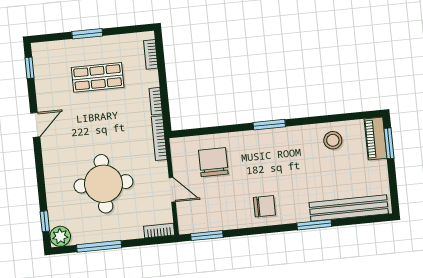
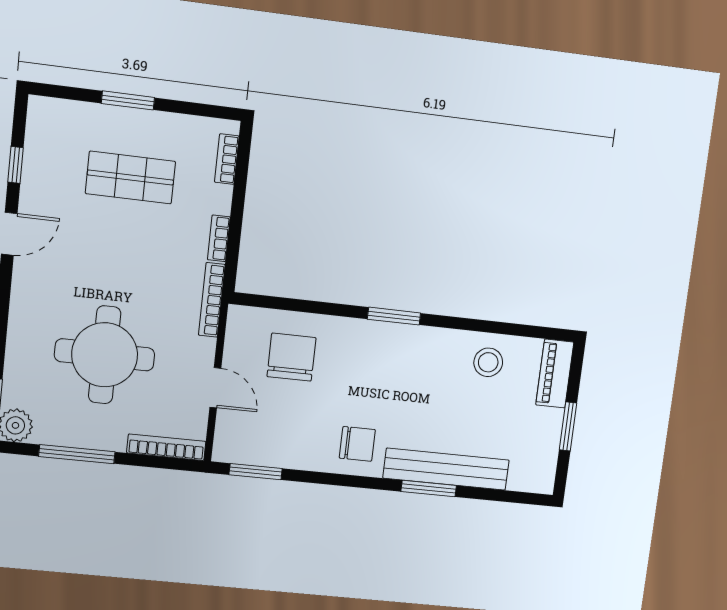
window: (30, 68) -> (16, 165), moved
window: (389, 143) -> (568, 426), moved
bench: (349, 208) -> (446, 469), moved
bookcase: (159, 231) -> (166, 447), width x1.56

